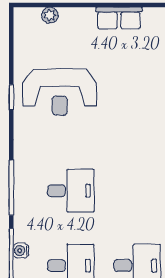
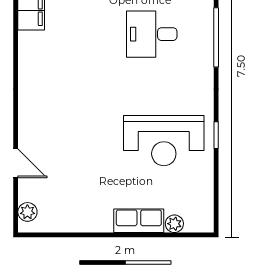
row of seats: (119, 18) -> (139, 221), moved
reception desk: (60, 92) -> (164, 141), turned 180

